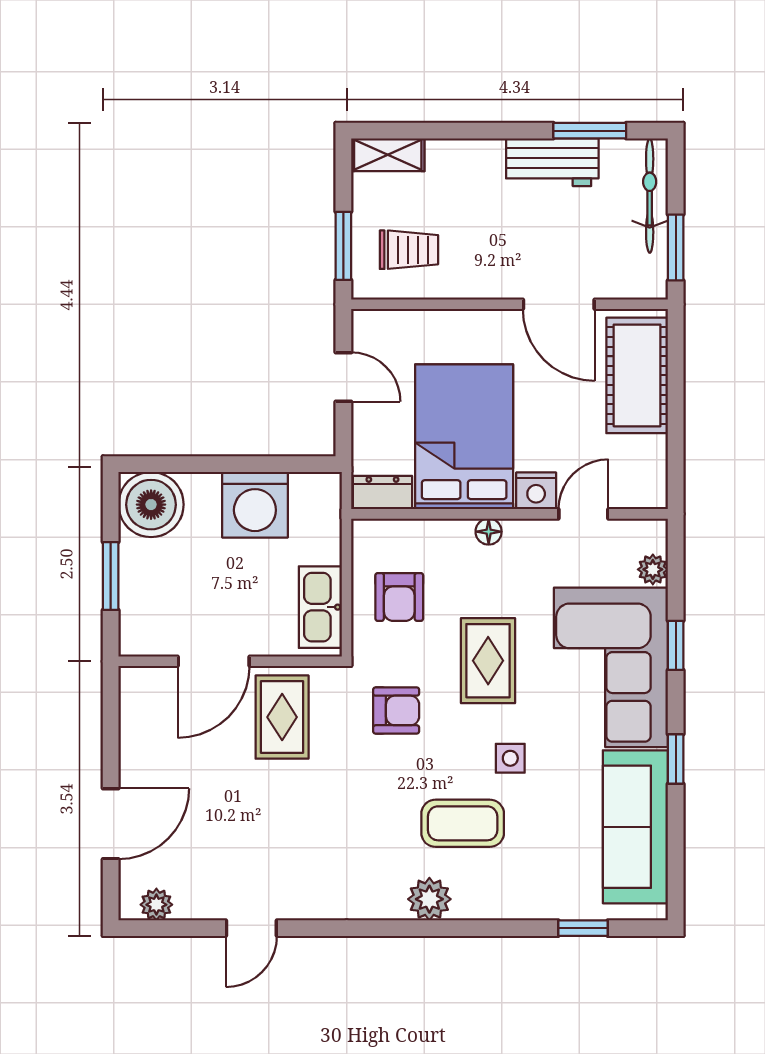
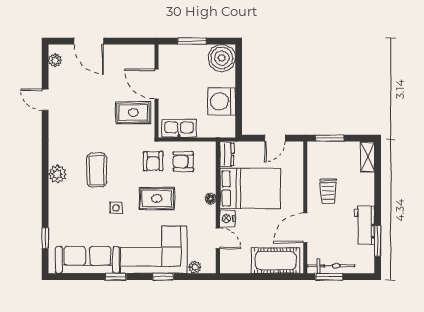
bicycle: (650, 196) -> (331, 266), moved
trolley: (409, 250) -> (328, 191), moved
armchair: (396, 710) -> (153, 161), moved
coffee table: (463, 823) -> (97, 170), moved

